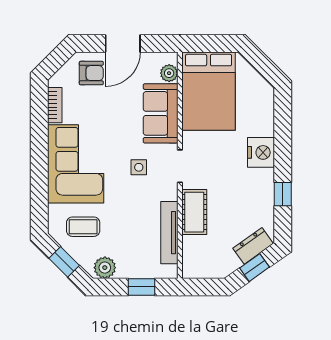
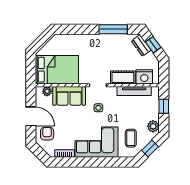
nightstand: (261, 152) -> (144, 77), moved, turned 180
window: (283, 194) -> (113, 29), width x2.17

